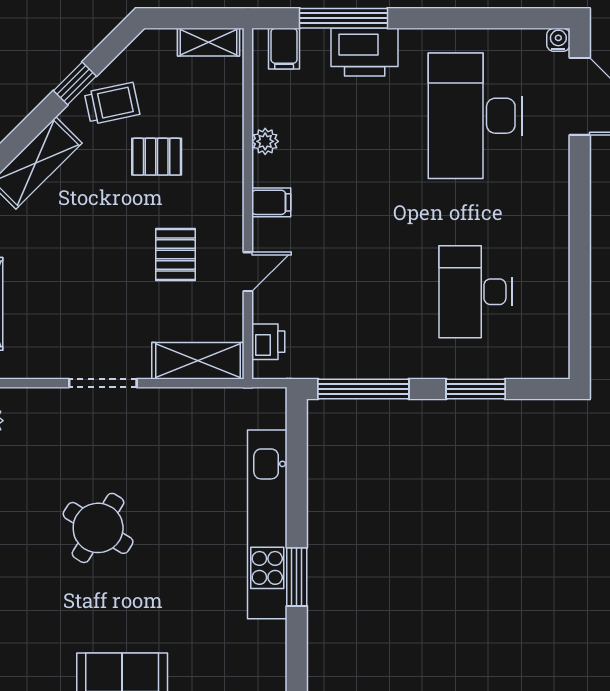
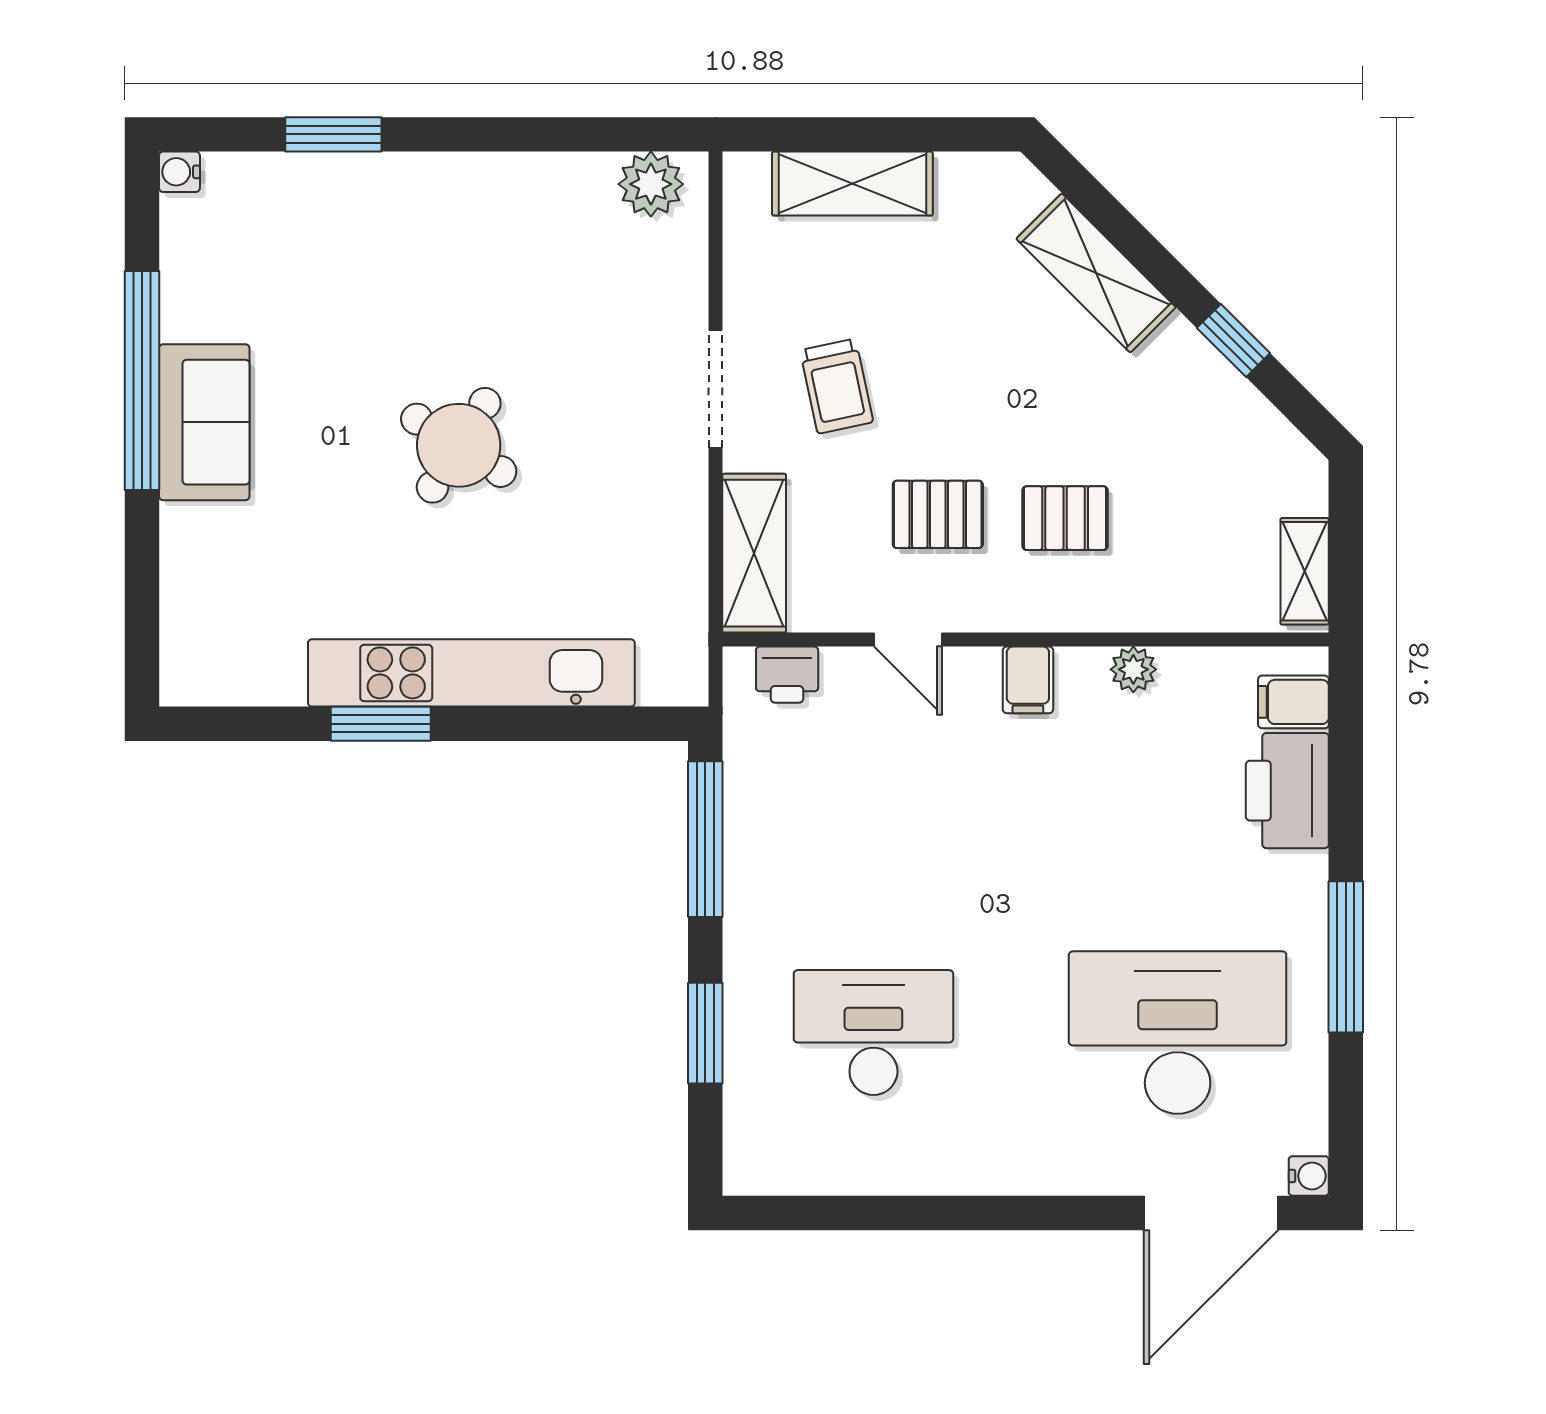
window: (344, 18) -> (1346, 957), moved
printer: (365, 52) -> (1287, 791), moved
trolley: (112, 103) -> (837, 386), moved
pallet: (157, 157) -> (1065, 518), moved, turned 90
round table: (98, 528) -> (459, 445), moved

